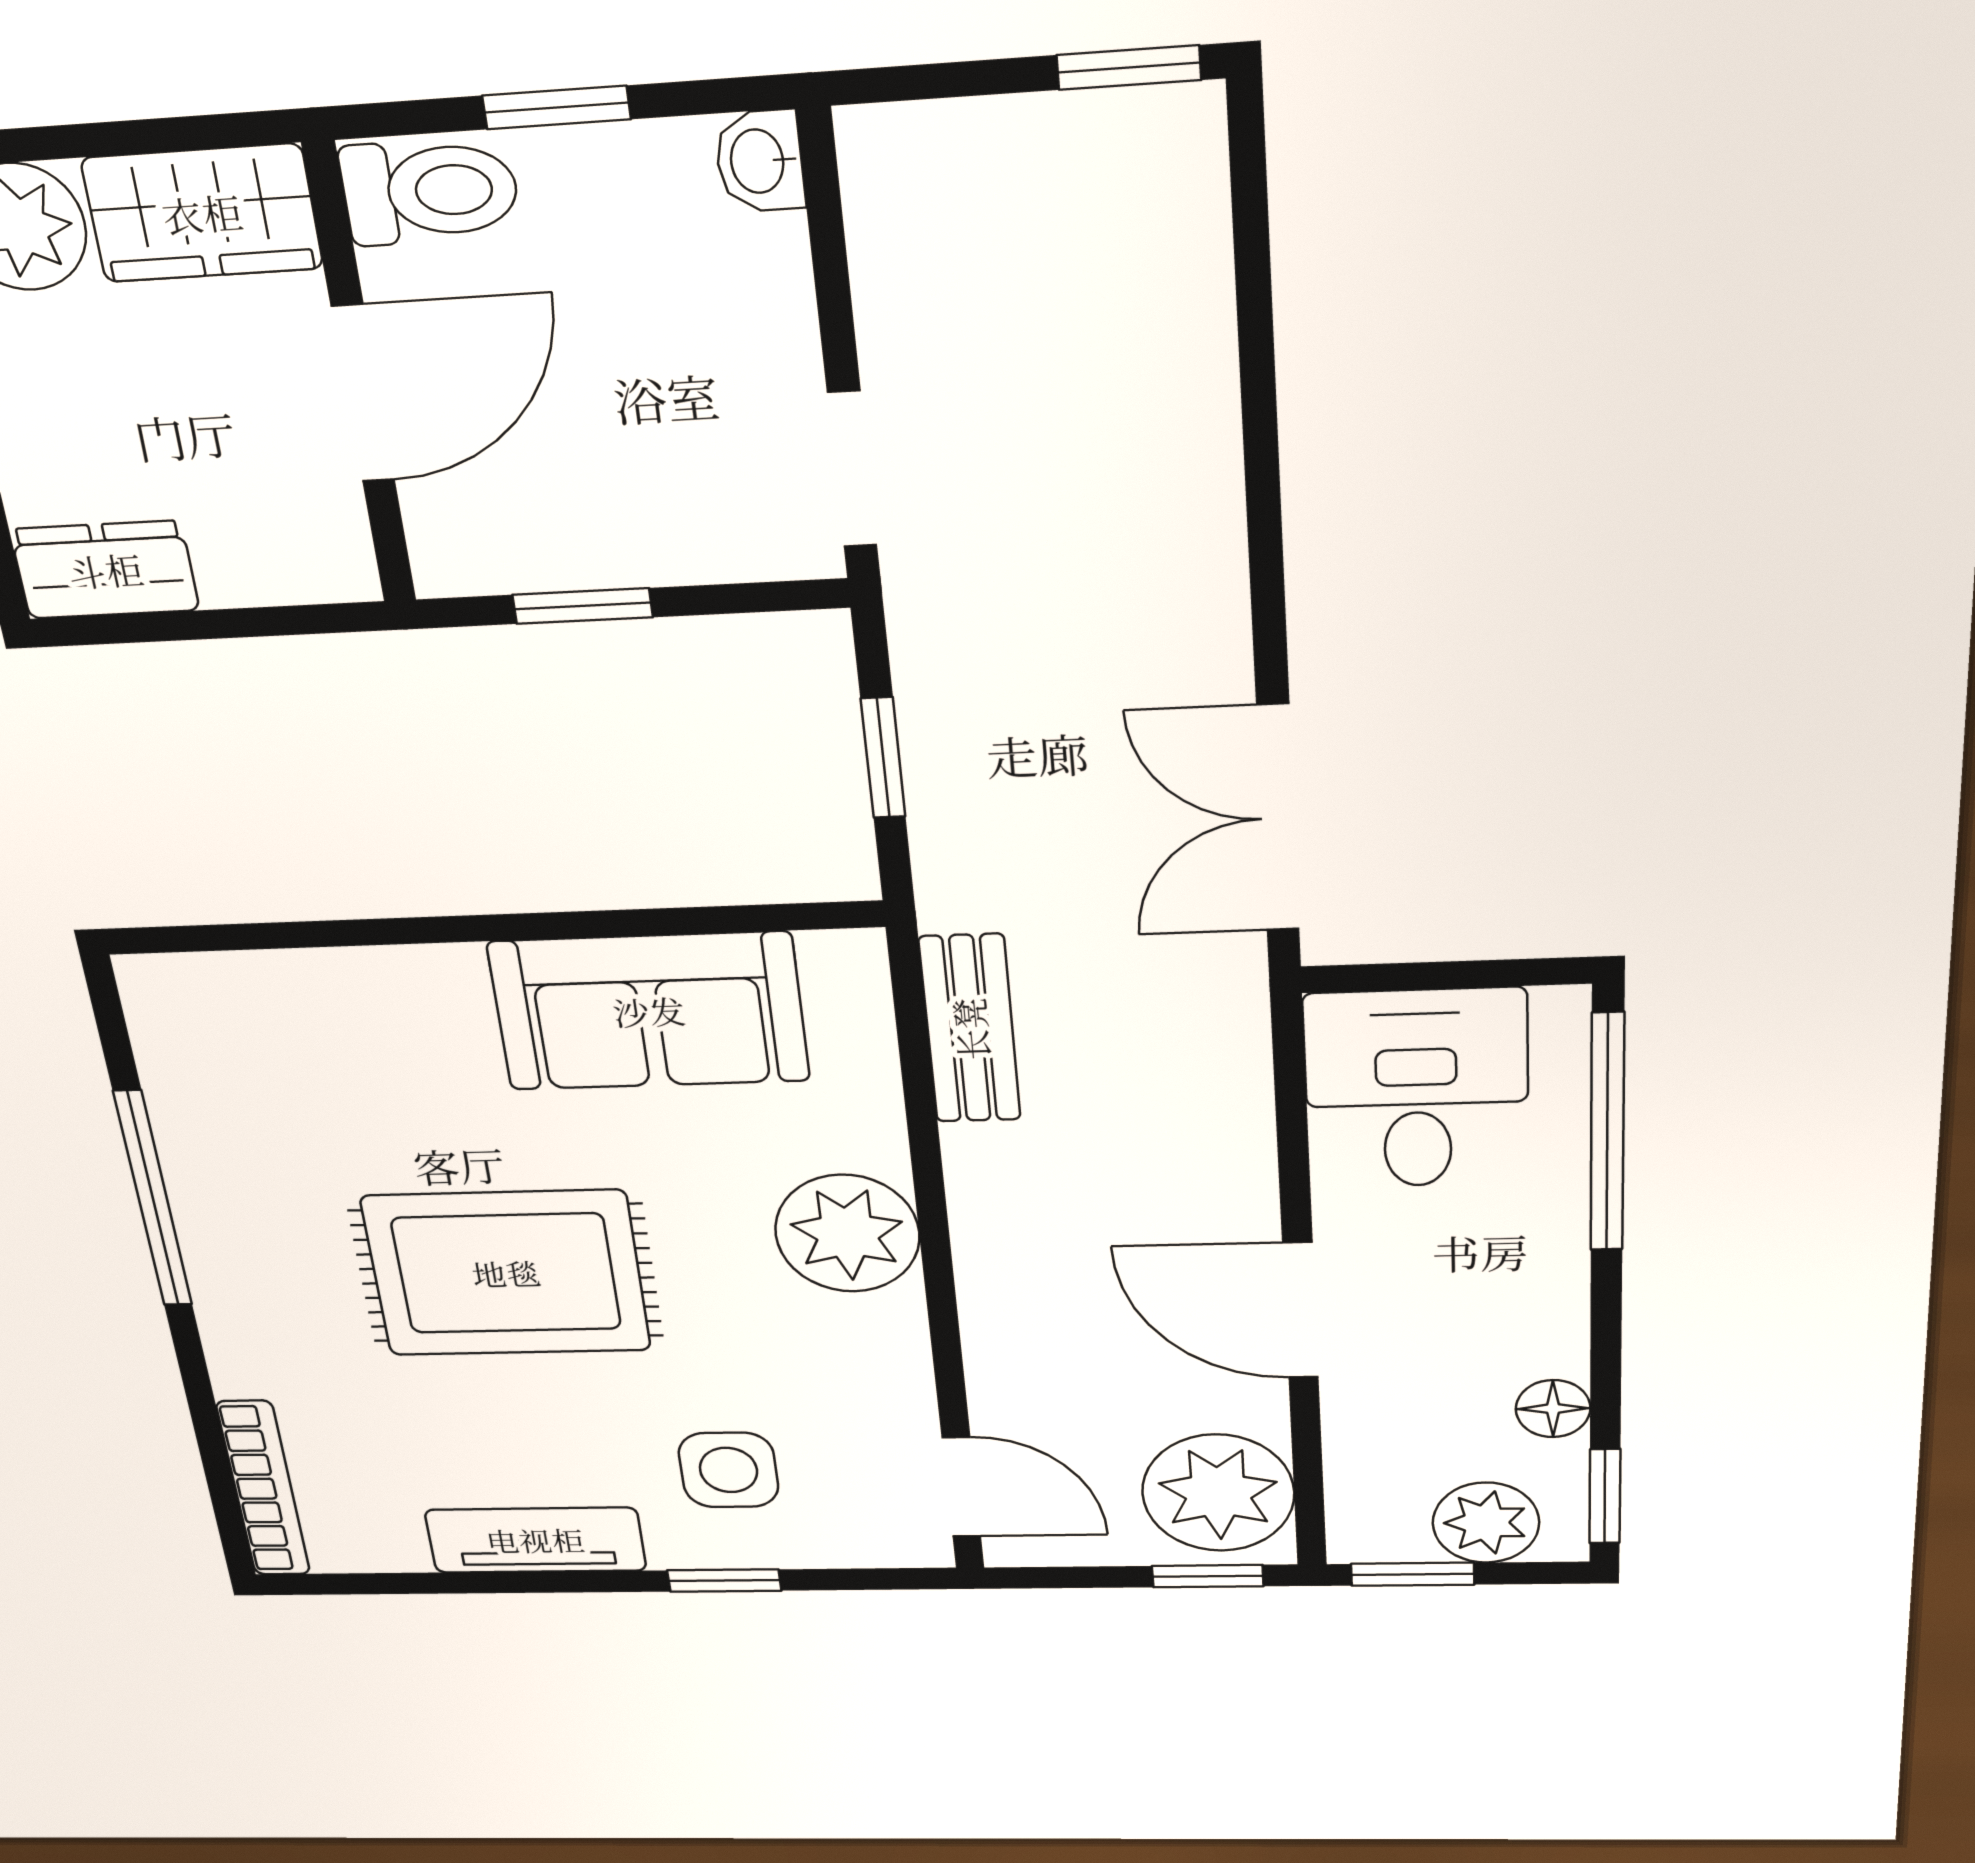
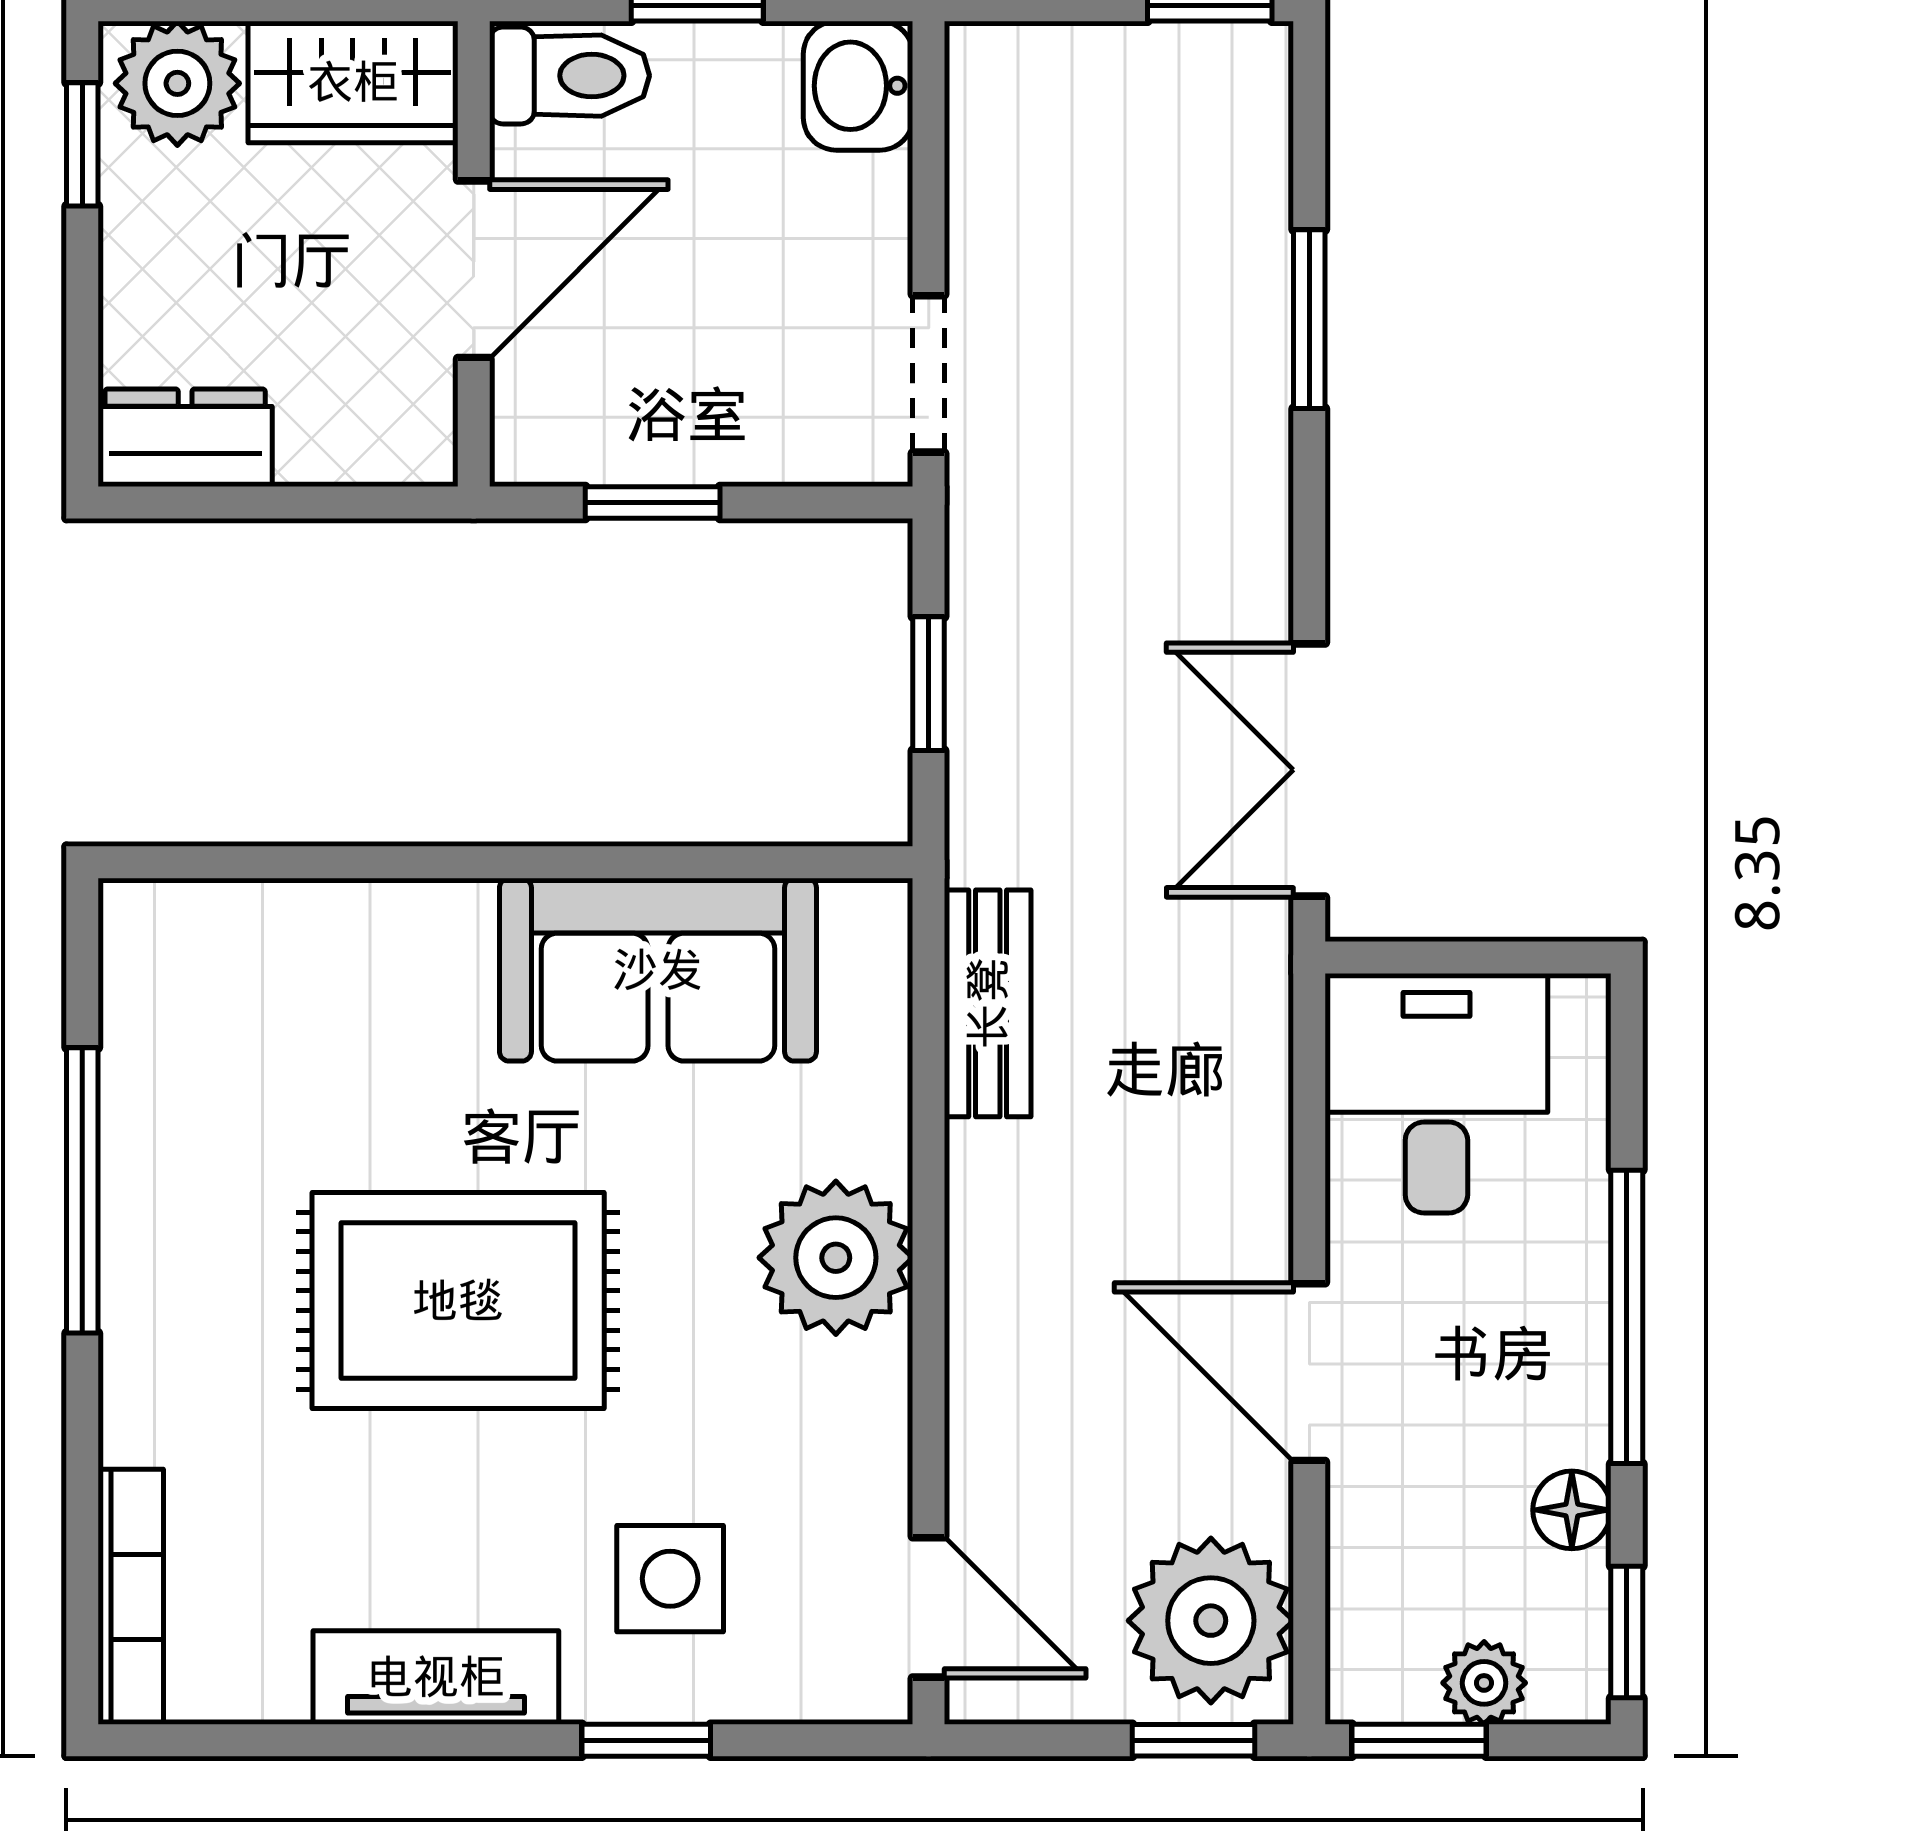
washbasin: (760, 161) -> (858, 86), width x1.38, depth x1.45
window: (1258, 392) -> (1309, 319), added
window: (1607, 1133) -> (1627, 1317), moved
plant: (1486, 1523) -> (1484, 1683), width x0.73, depth x0.73

